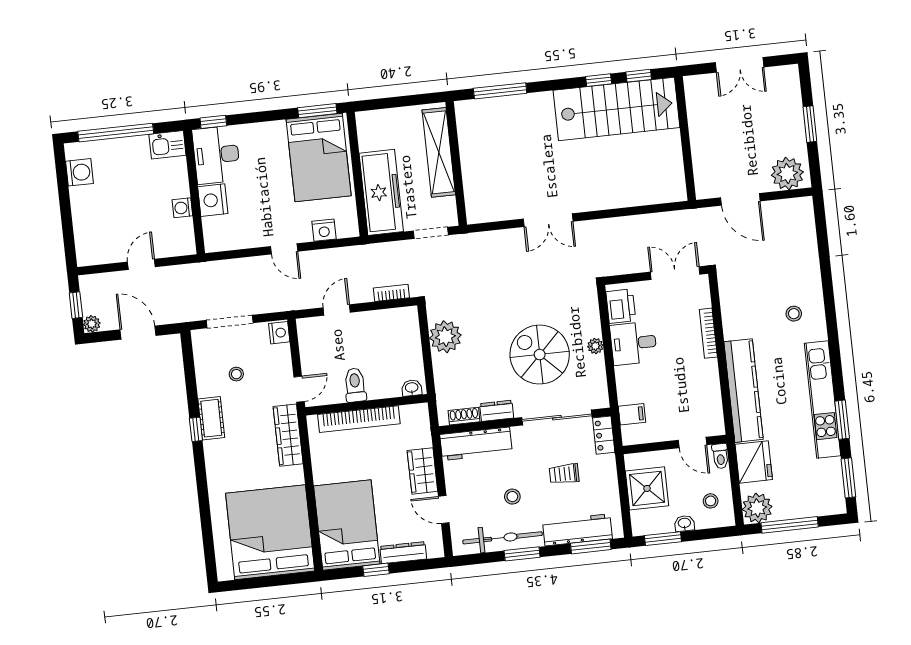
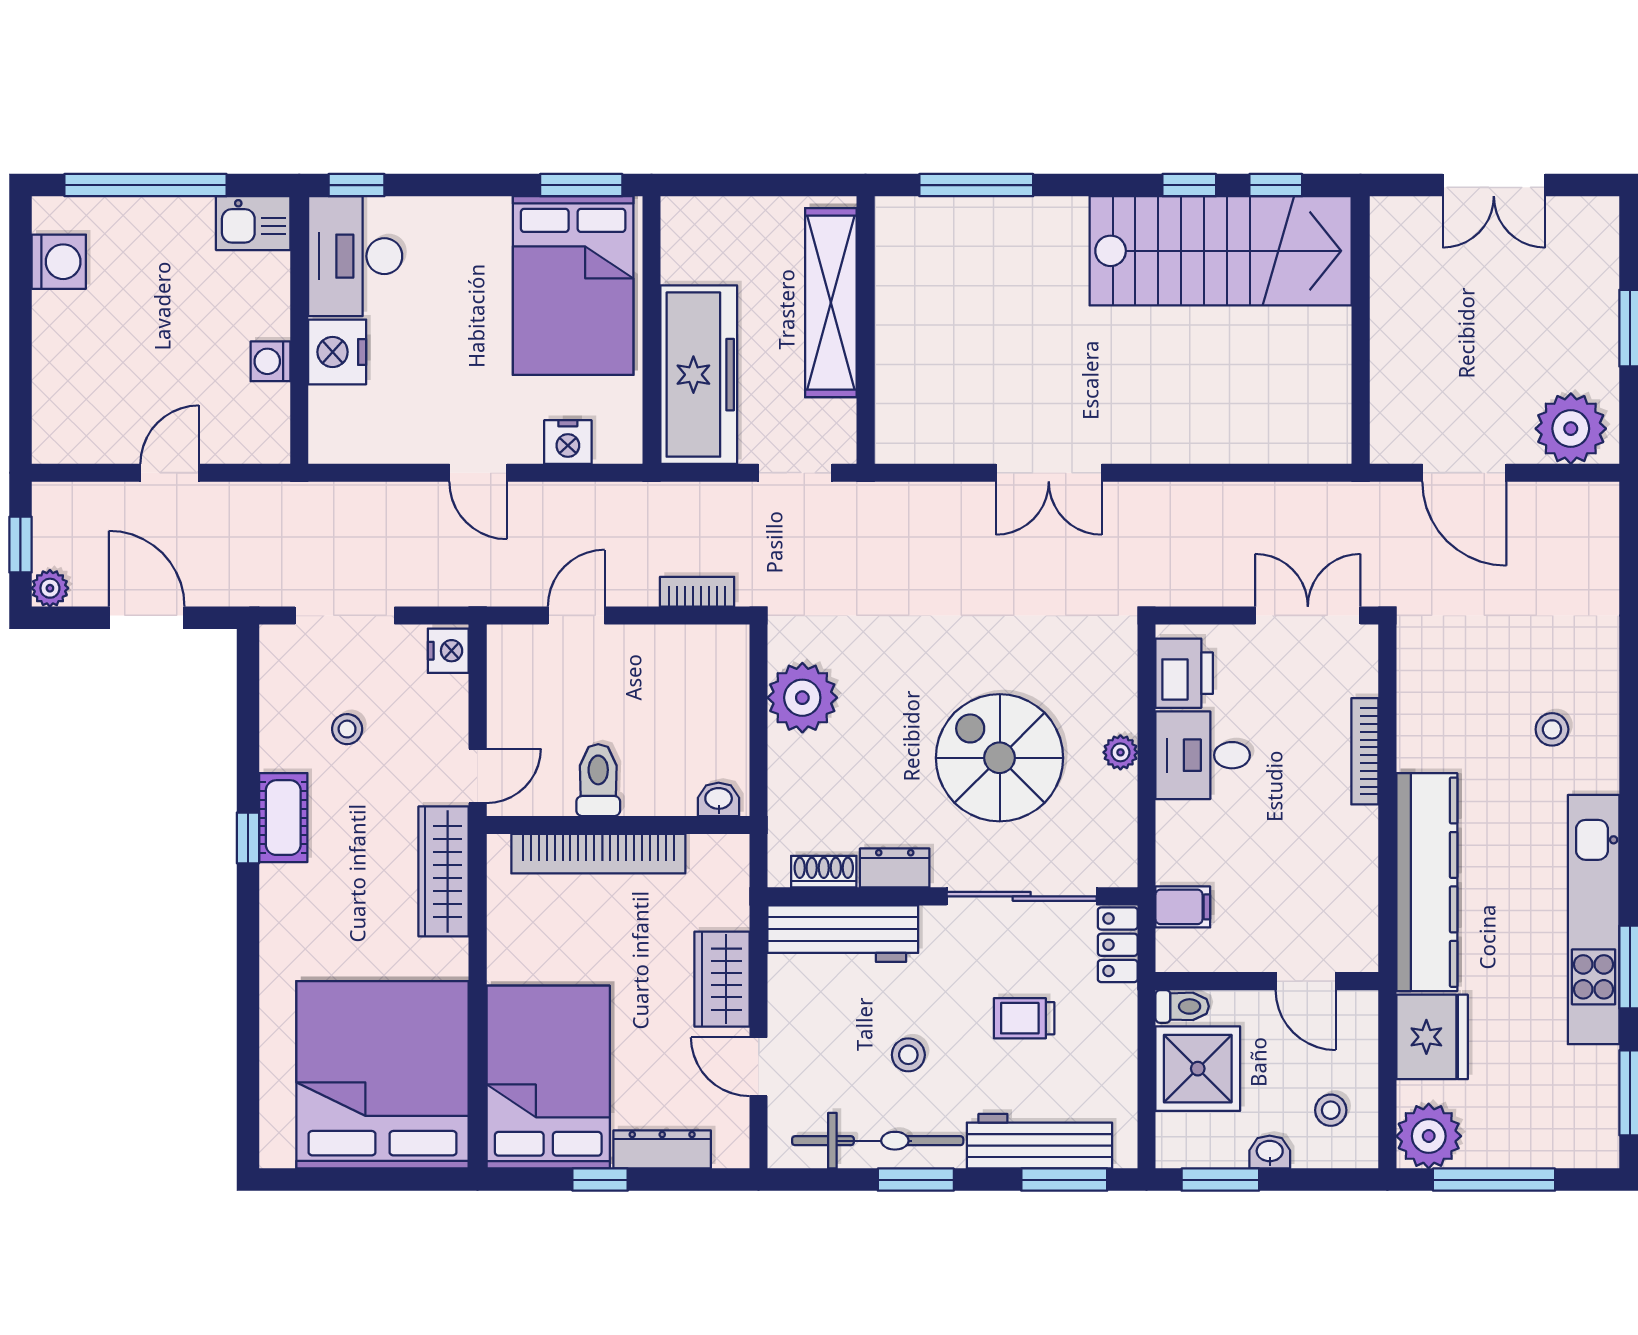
toilet: (720, 456) -> (1182, 1006), moved, turned -90

